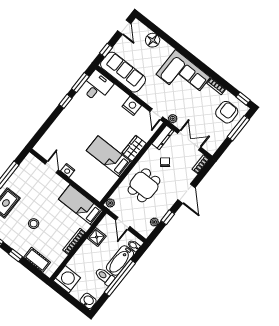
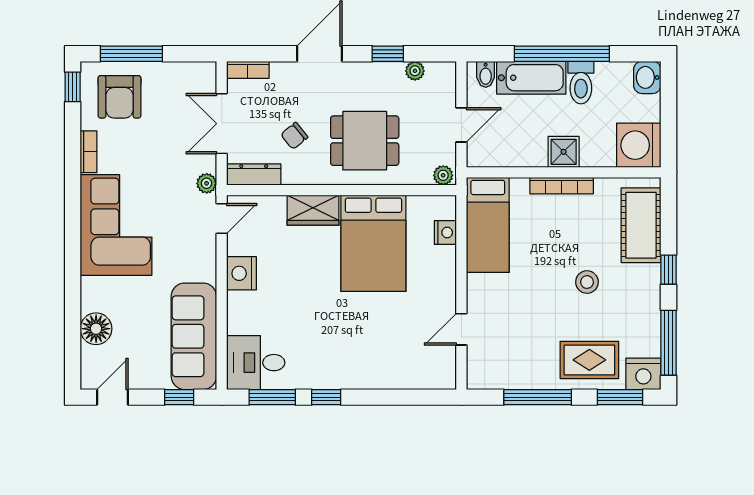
armchair: (227, 112) -> (119, 97), turned -90
bed: (109, 156) -> (373, 243), width x1.50
nightstand: (68, 170) -> (445, 233), moved
shower: (97, 237) -> (564, 152), moved
cot: (37, 260) -> (641, 225), width x1.37, depth x1.34

